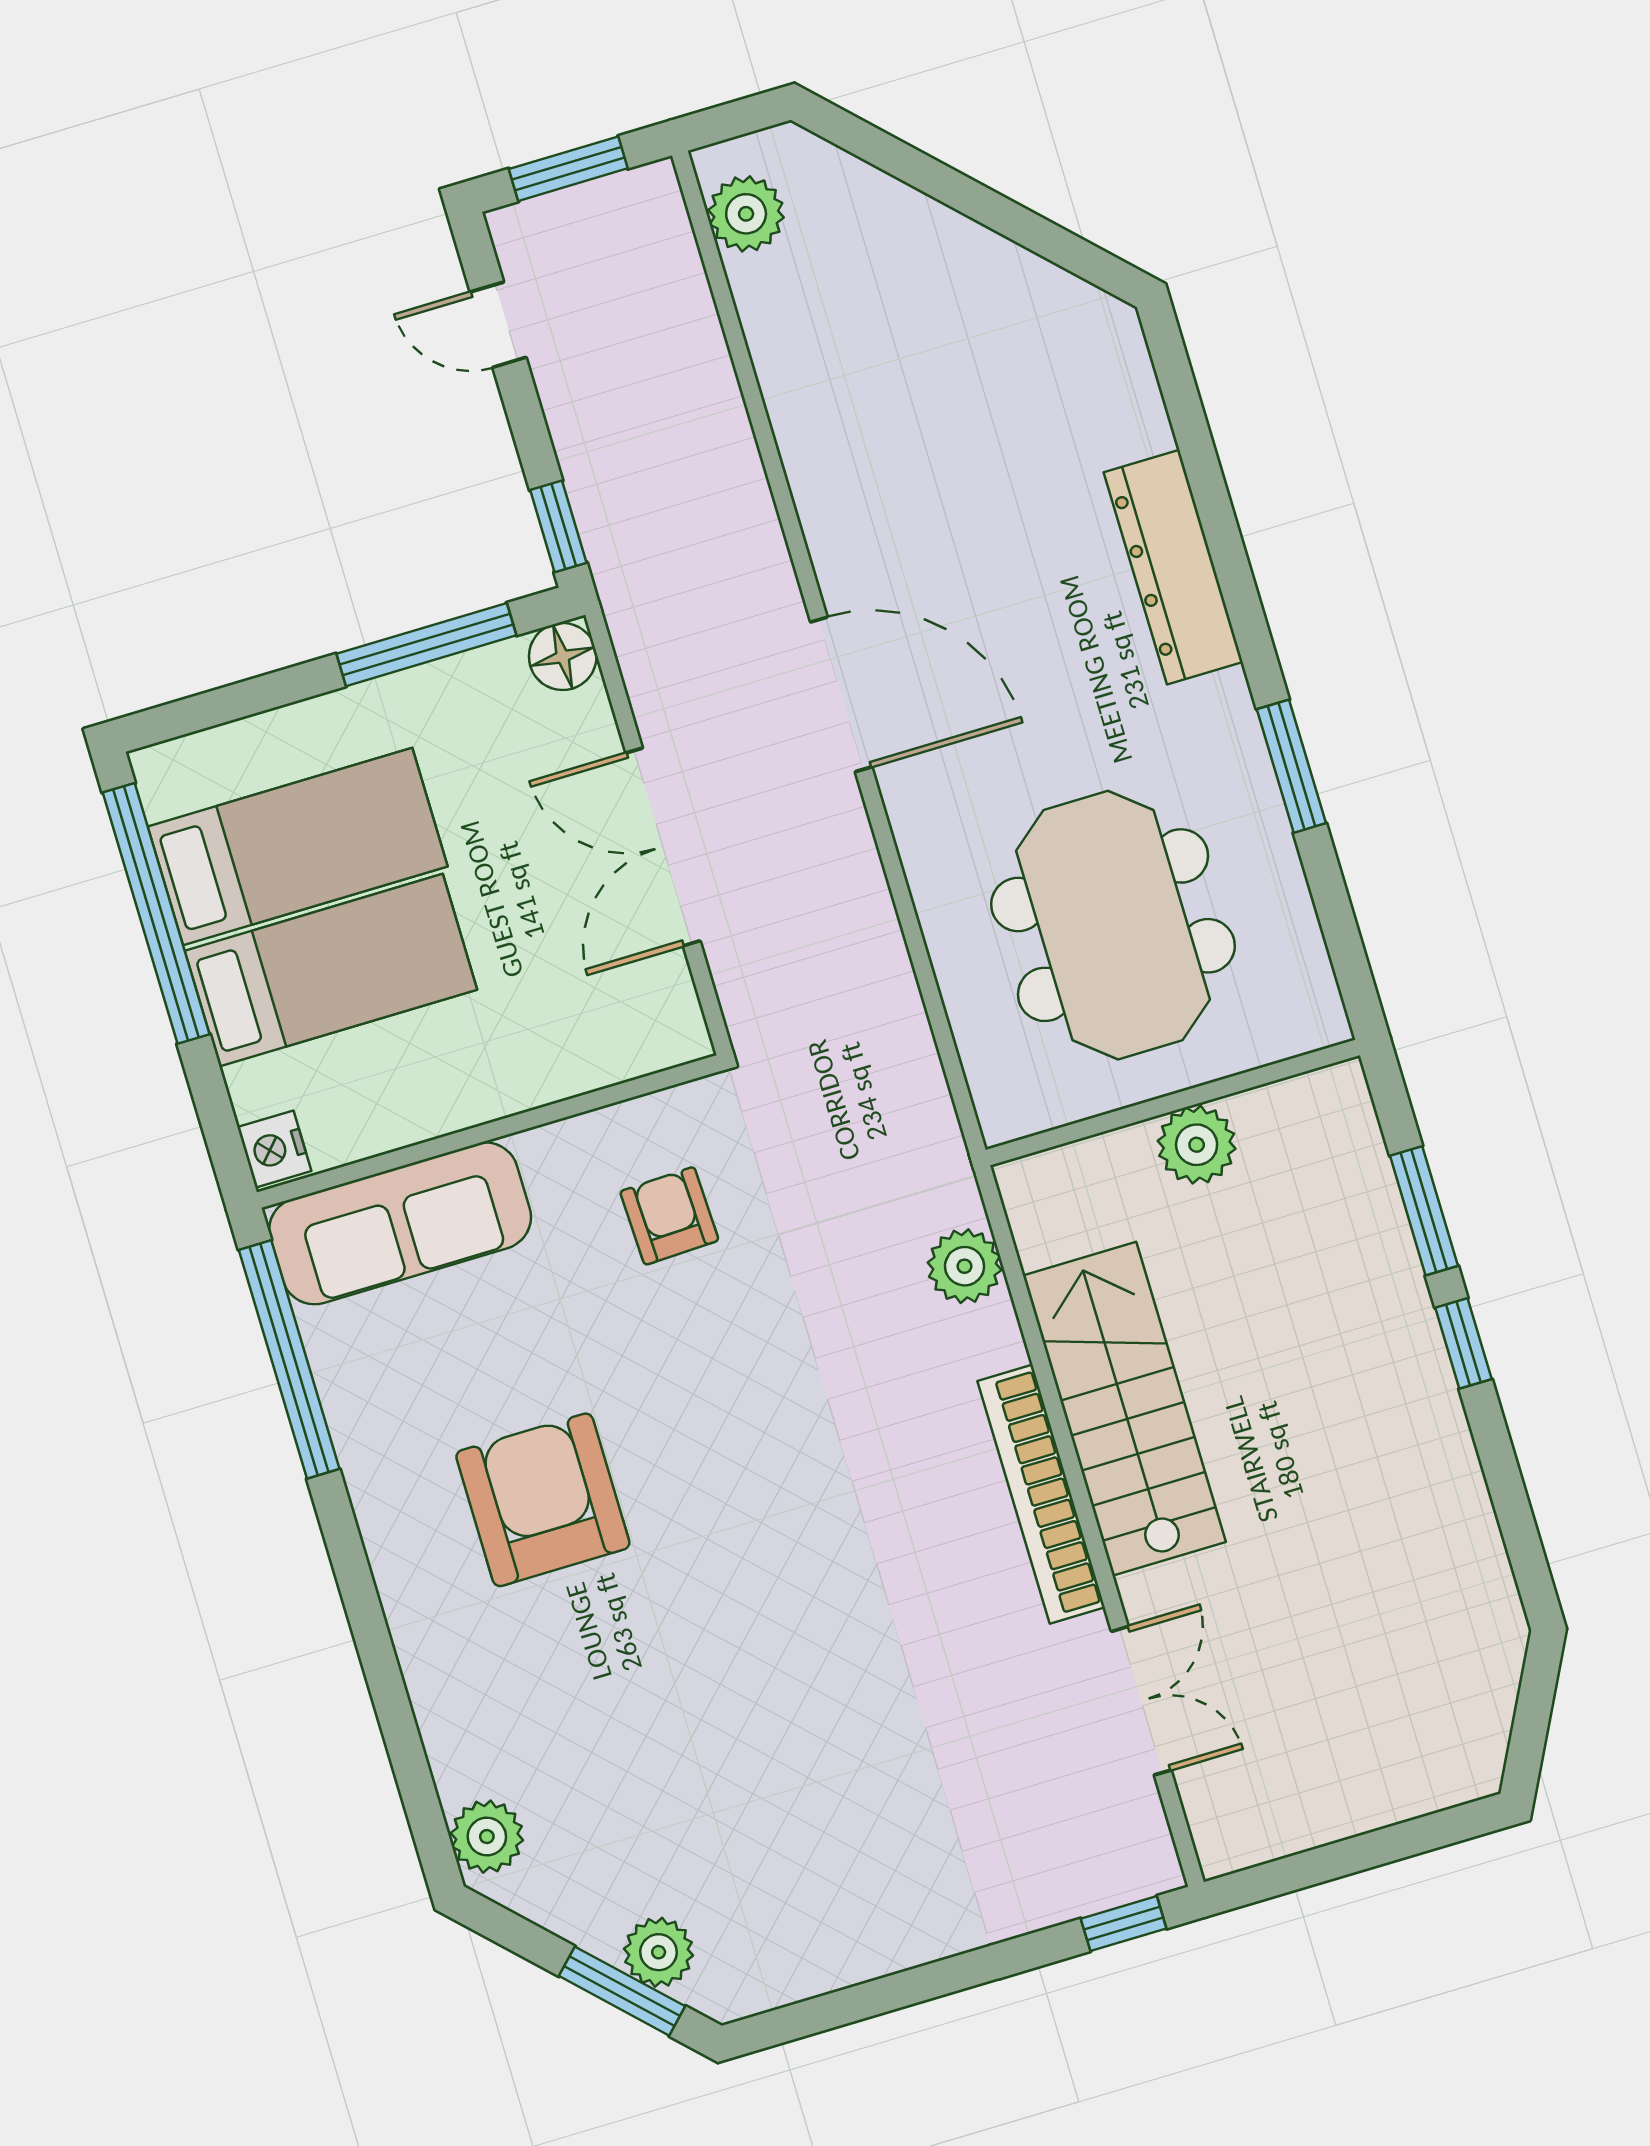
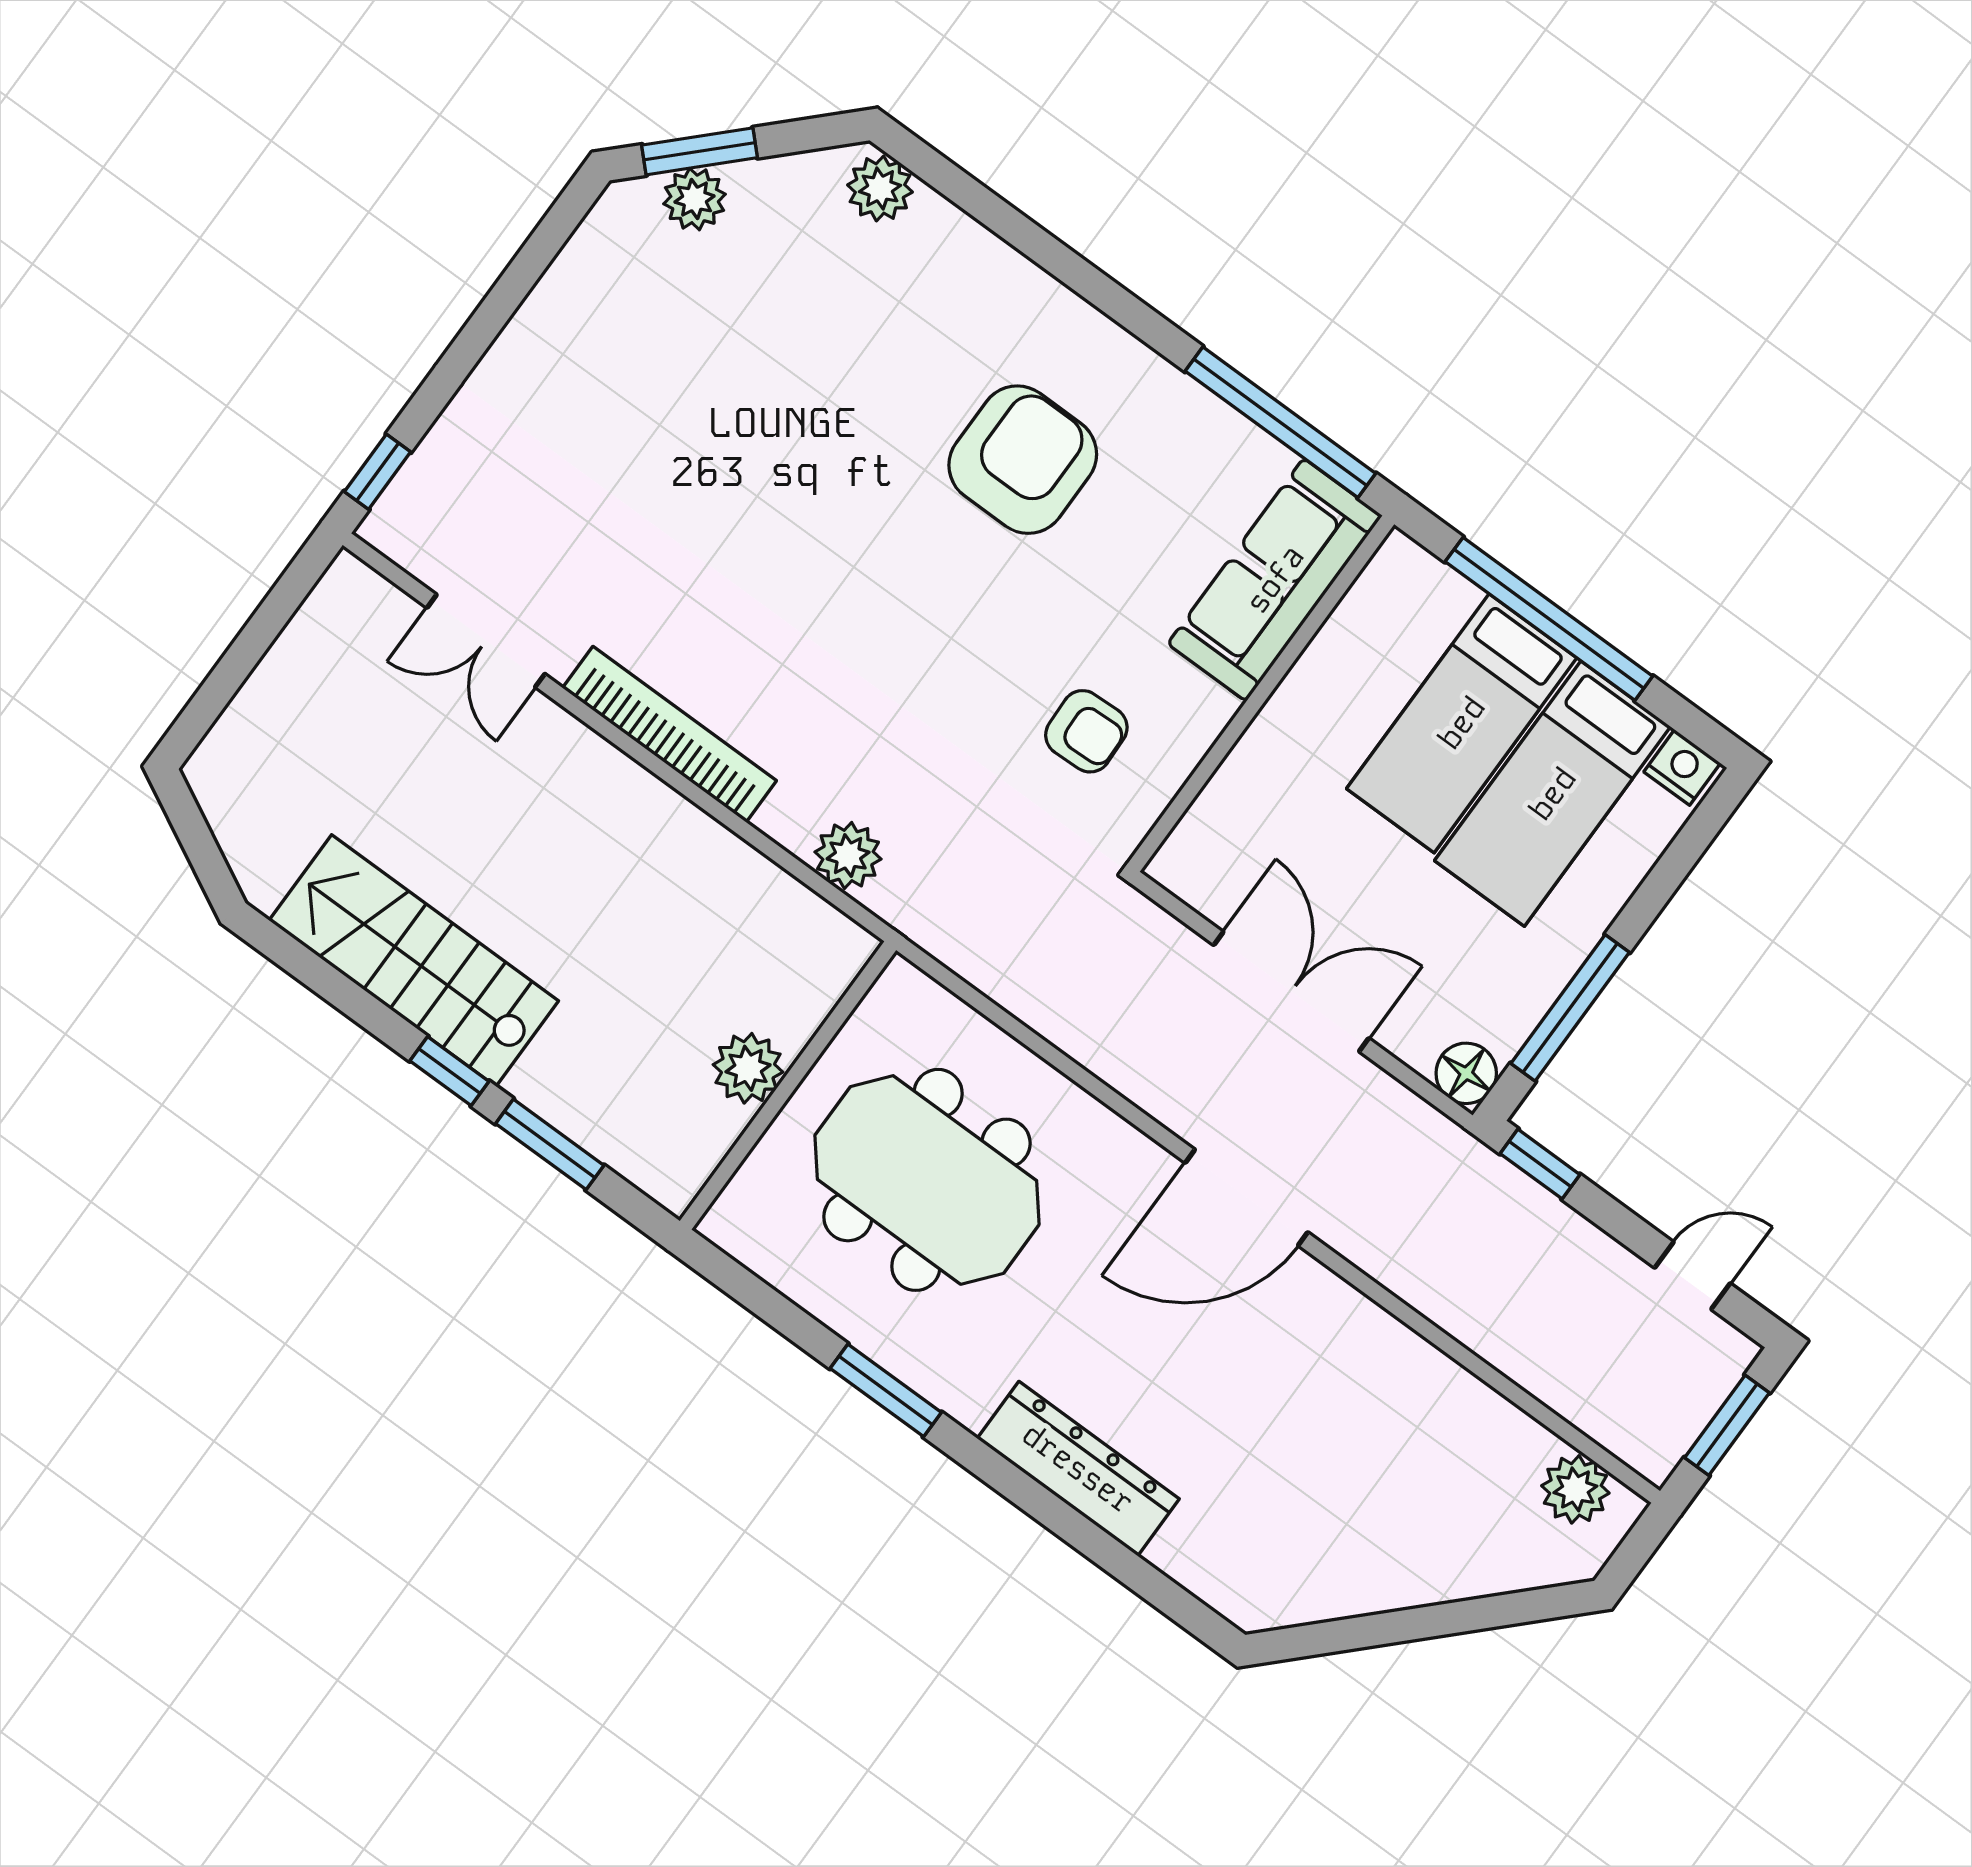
window: (156, 913) -> (1549, 619), moved
nightstand: (274, 1149) -> (1682, 767), moved
stairs: (1124, 1409) -> (414, 961), moved, turned 180
armchair: (543, 1500) -> (1023, 460), turned -90

